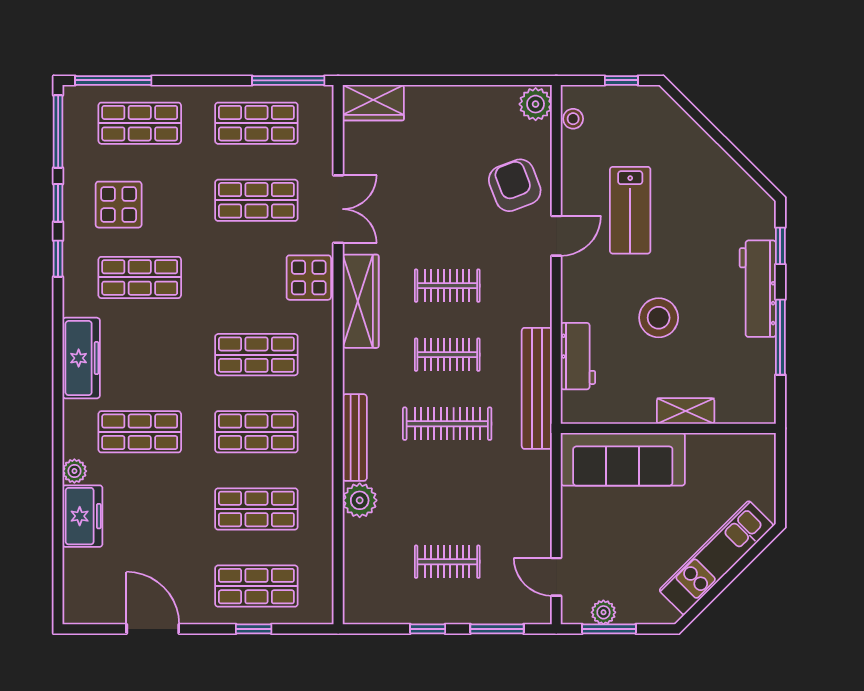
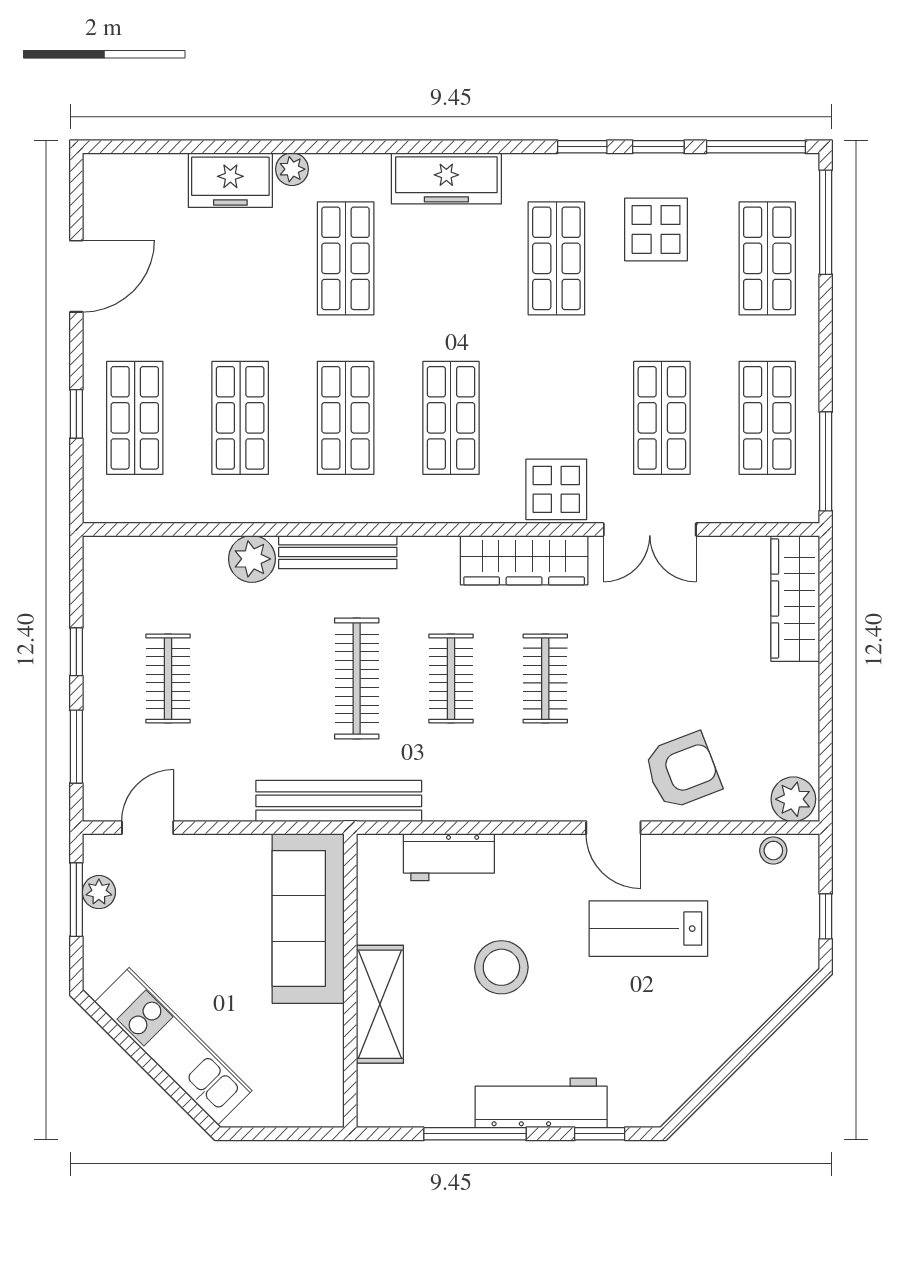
wardrobe: (373, 103) -> (795, 598), width x1.50
bench: (537, 388) -> (339, 801), moved
shelving: (686, 411) -> (380, 1004), width x1.50, depth x1.33

